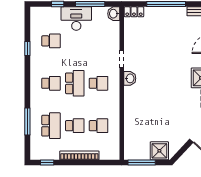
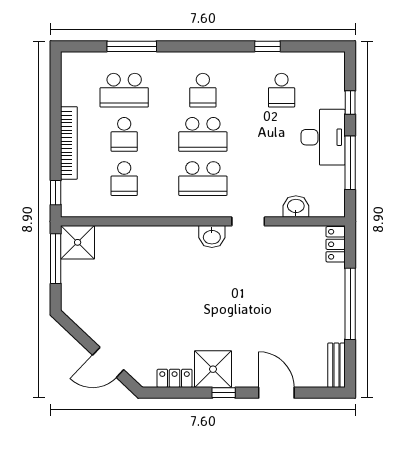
washbasin: (114, 14) -> (296, 207), moved
school desk: (99, 83) -> (203, 179), width x1.85
shower: (159, 151) -> (78, 242), moved
window: (47, 163) -> (56, 193), moved

